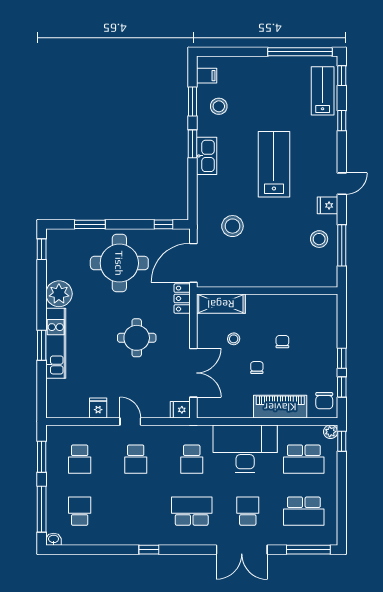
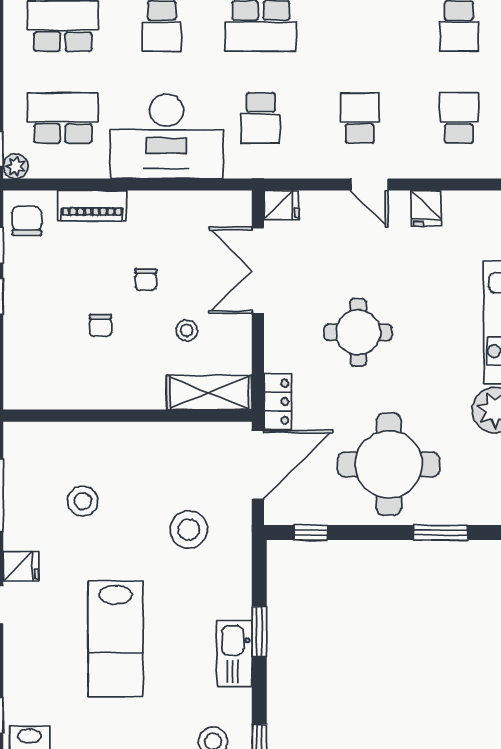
window: (193, 144) -> (259, 632), moved
stool: (319, 239) -> (83, 501), moved
piano: (280, 407) -> (92, 206), width x0.73, depth x0.75
school desk: (192, 459) -> (261, 118), turned 180

